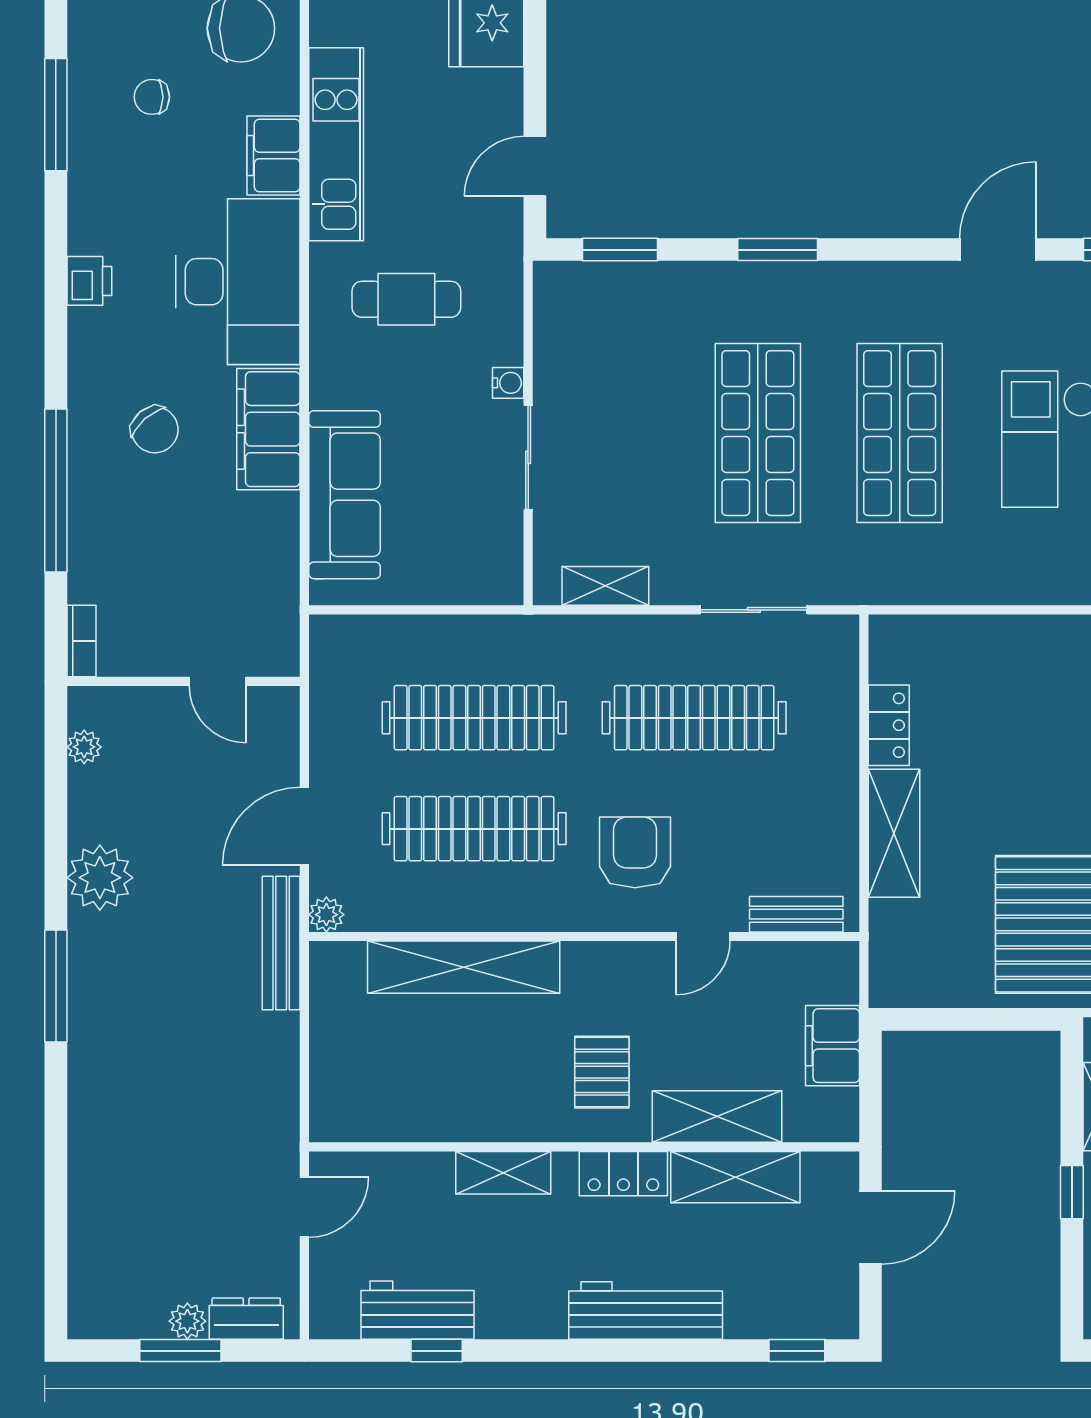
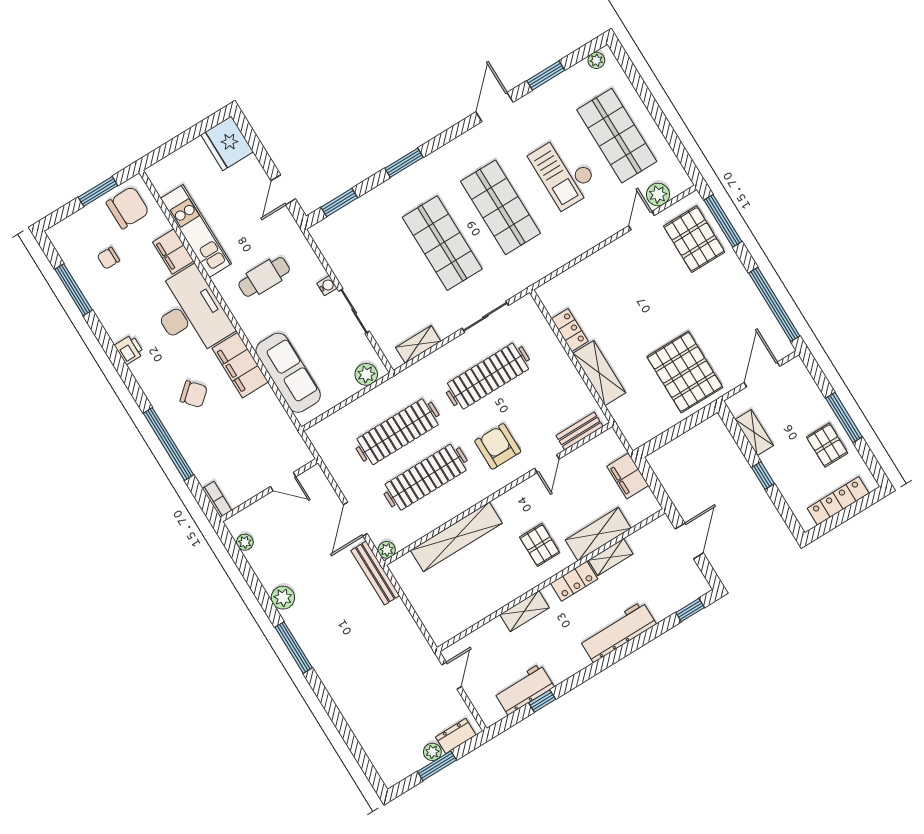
plant: (481, 582) -> (366, 374), added
plant: (100, 878) -> (283, 598), width x0.73, depth x0.73
shelving: (735, 1177) -> (611, 557), width x0.67, depth x0.75

